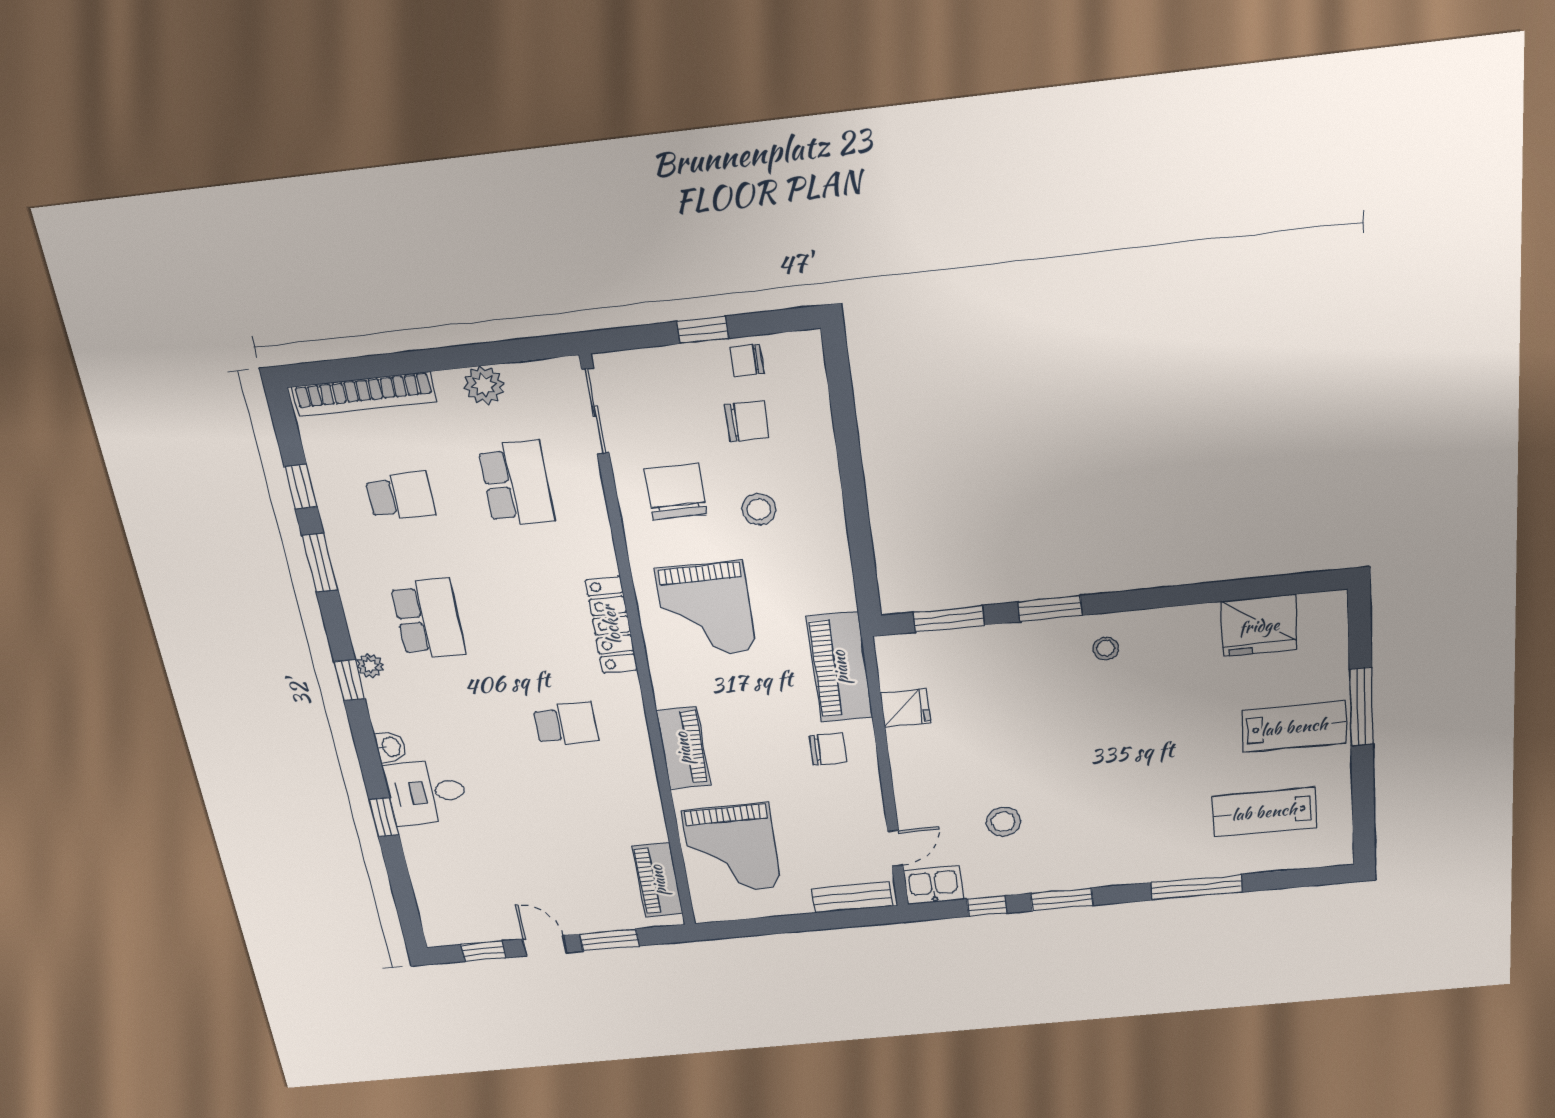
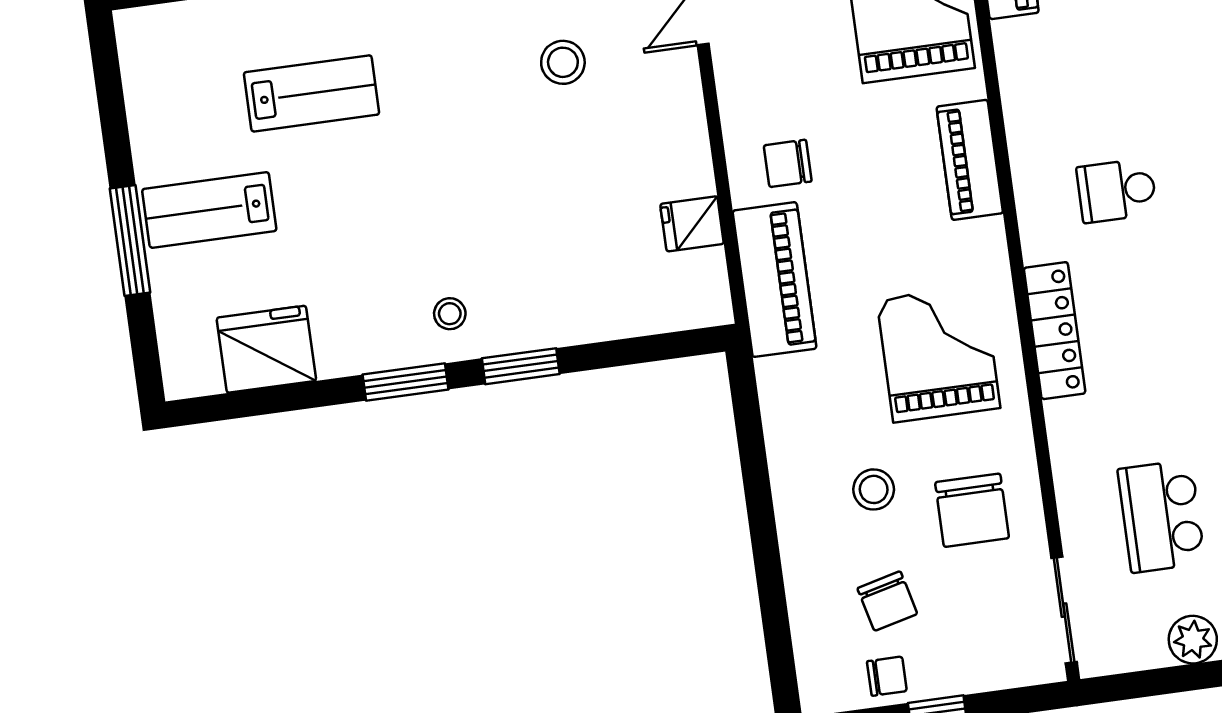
chair: (747, 421) -> (887, 601), turned -104
window: (949, 619) -> (405, 382), moved
lab bench: (1264, 812) -> (311, 93), moved

